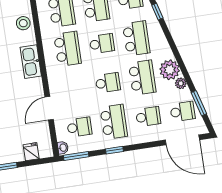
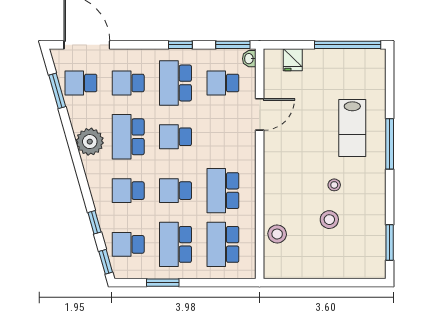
school desk: (136, 38) -> (128, 191), width x0.54
kitchen sink: (31, 62) -> (275, 181), removed
plant: (181, 83) -> (78, 121), removed

